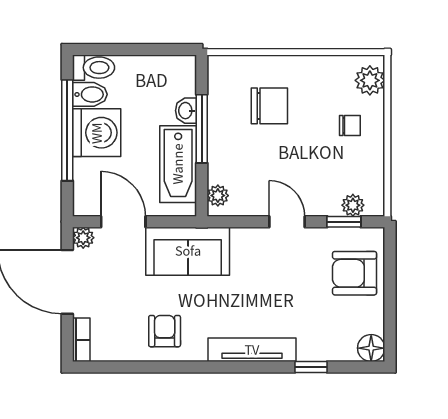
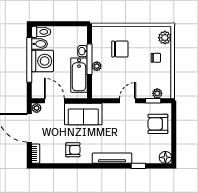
plant: (218, 196) -> (97, 66), moved
door: (287, 222) -> (128, 101), hinge flipped
armchair: (165, 331) -> (73, 150), turned 90

